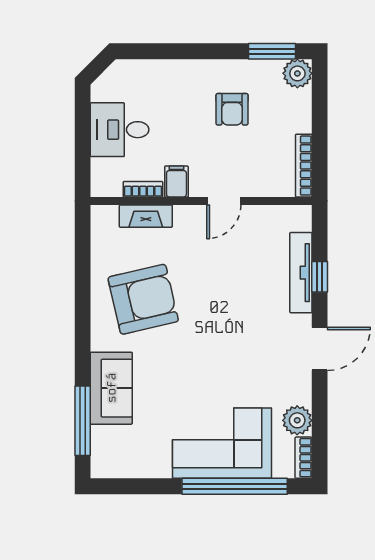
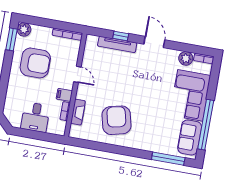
armchair: (232, 109) -> (35, 63), width x1.88, depth x1.88
sofa: (111, 388) -> (190, 137), moved, turned -90
window: (235, 486) -> (206, 125), moved

